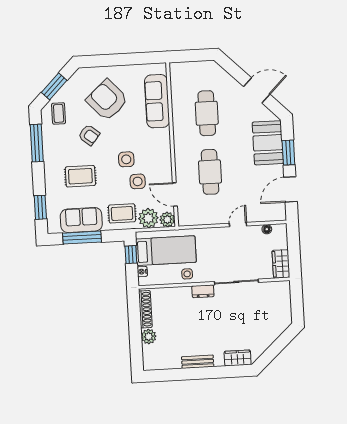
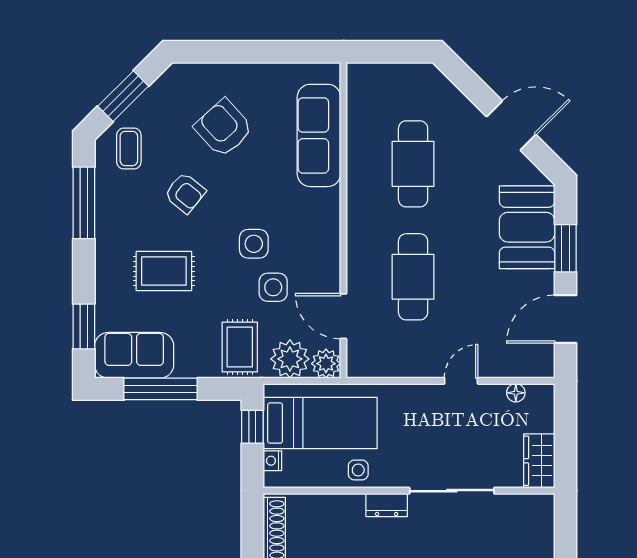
armchair: (107, 100) -> (224, 128), width x0.73, depth x0.73
rug: (122, 213) -> (240, 347), turned 90
sofa: (81, 220) -> (134, 355), moved

